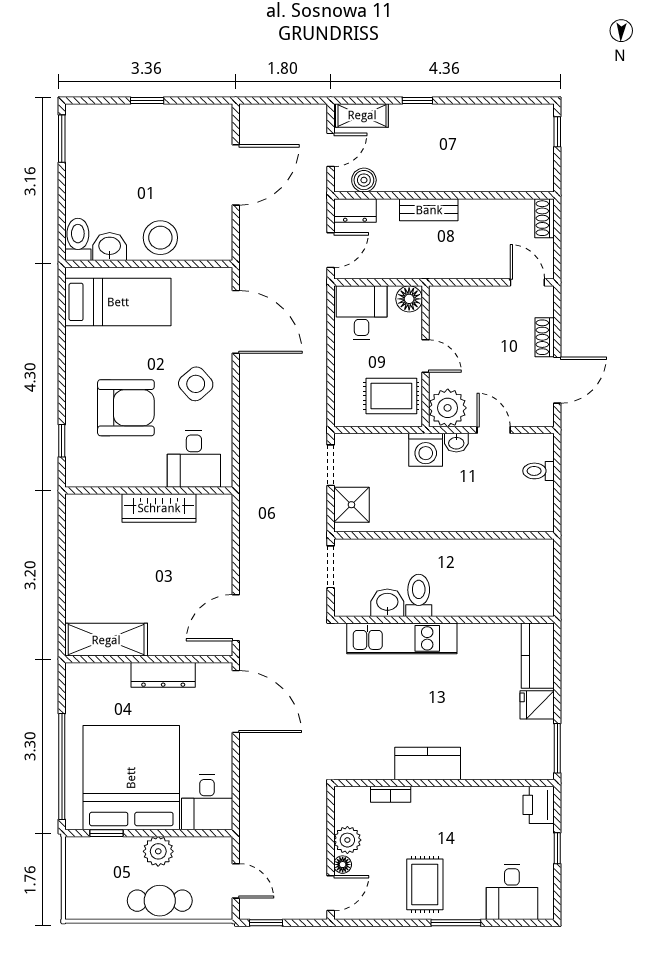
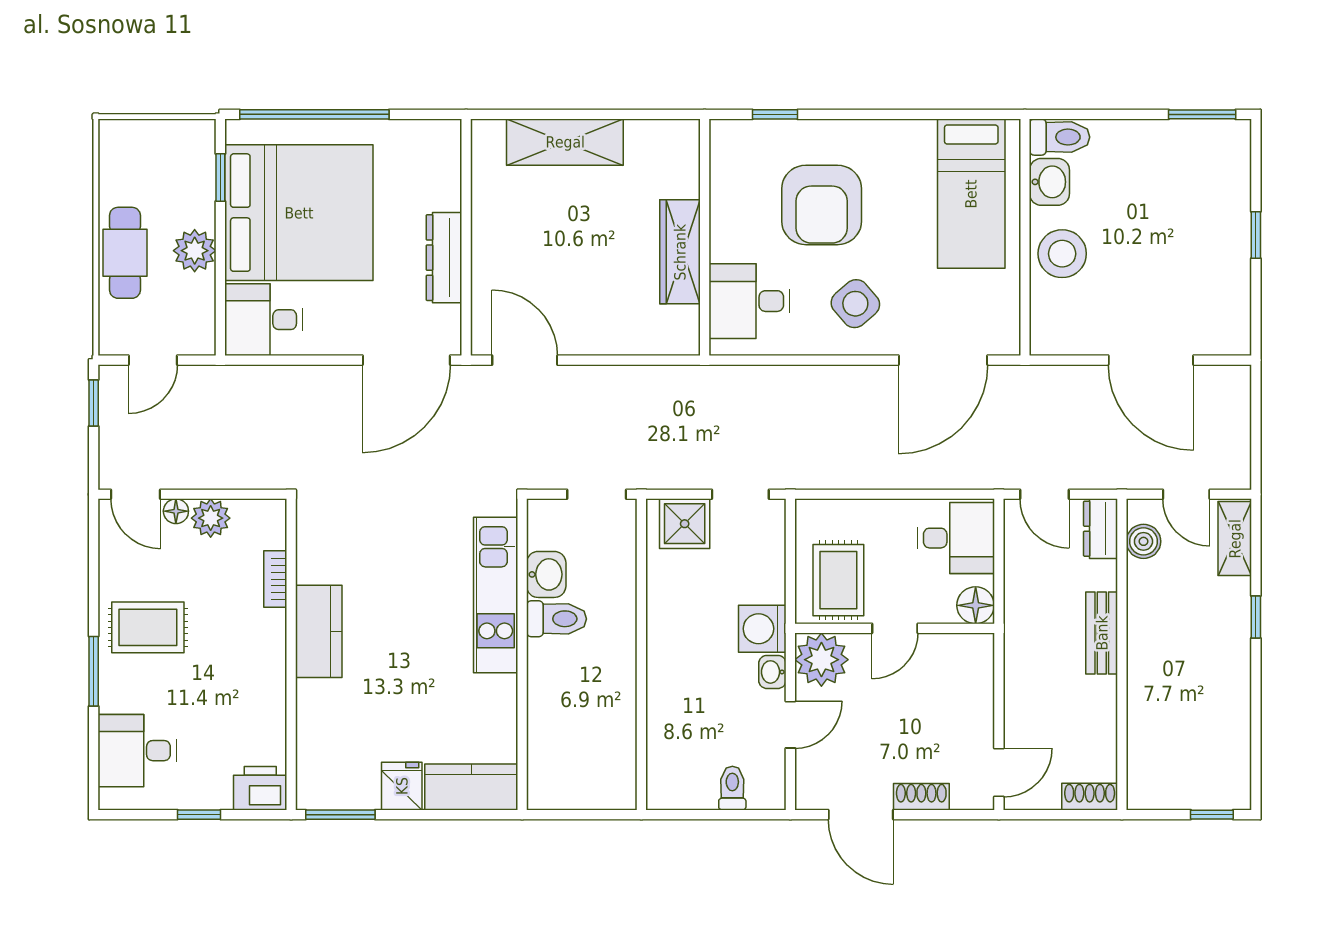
shelving: (106, 640) -> (565, 142), moved, turned 90

